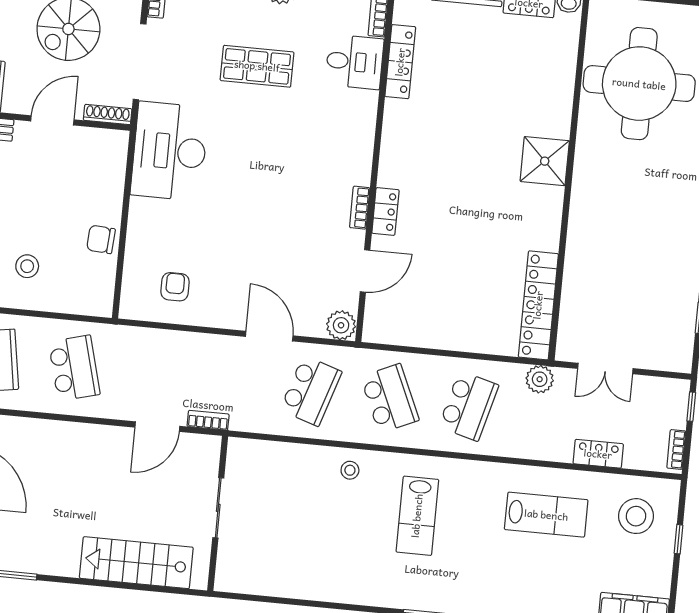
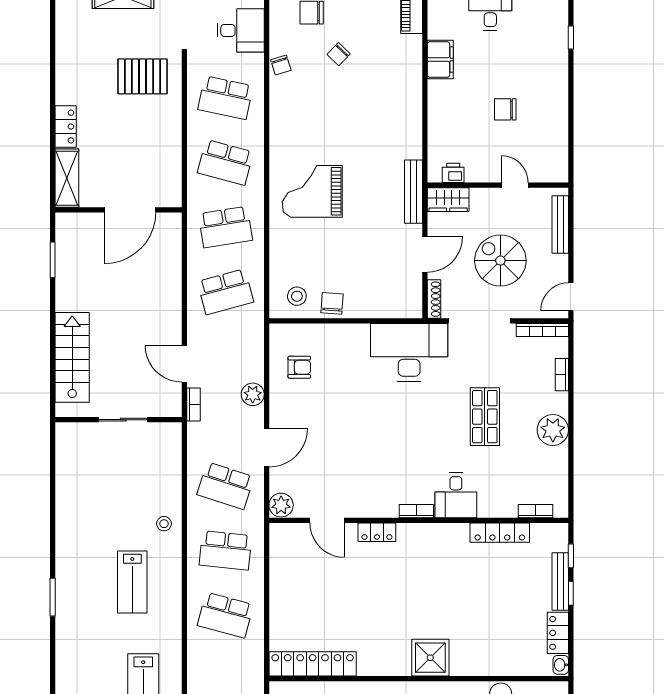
desk: (354, 62) -> (456, 495), moved
door: (52, 120) -> (425, 255), hinge flipped
bookcase: (360, 208) -> (416, 511), moved
stool: (27, 266) -> (297, 296), moved
plant: (540, 379) -> (253, 394), moved
school desk: (390, 398) -> (225, 550), turned 30
lab bench: (417, 516) -> (132, 582), turned -90

